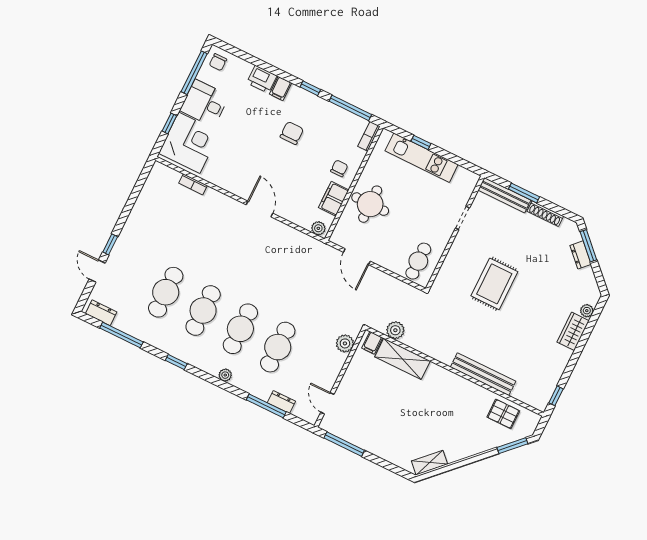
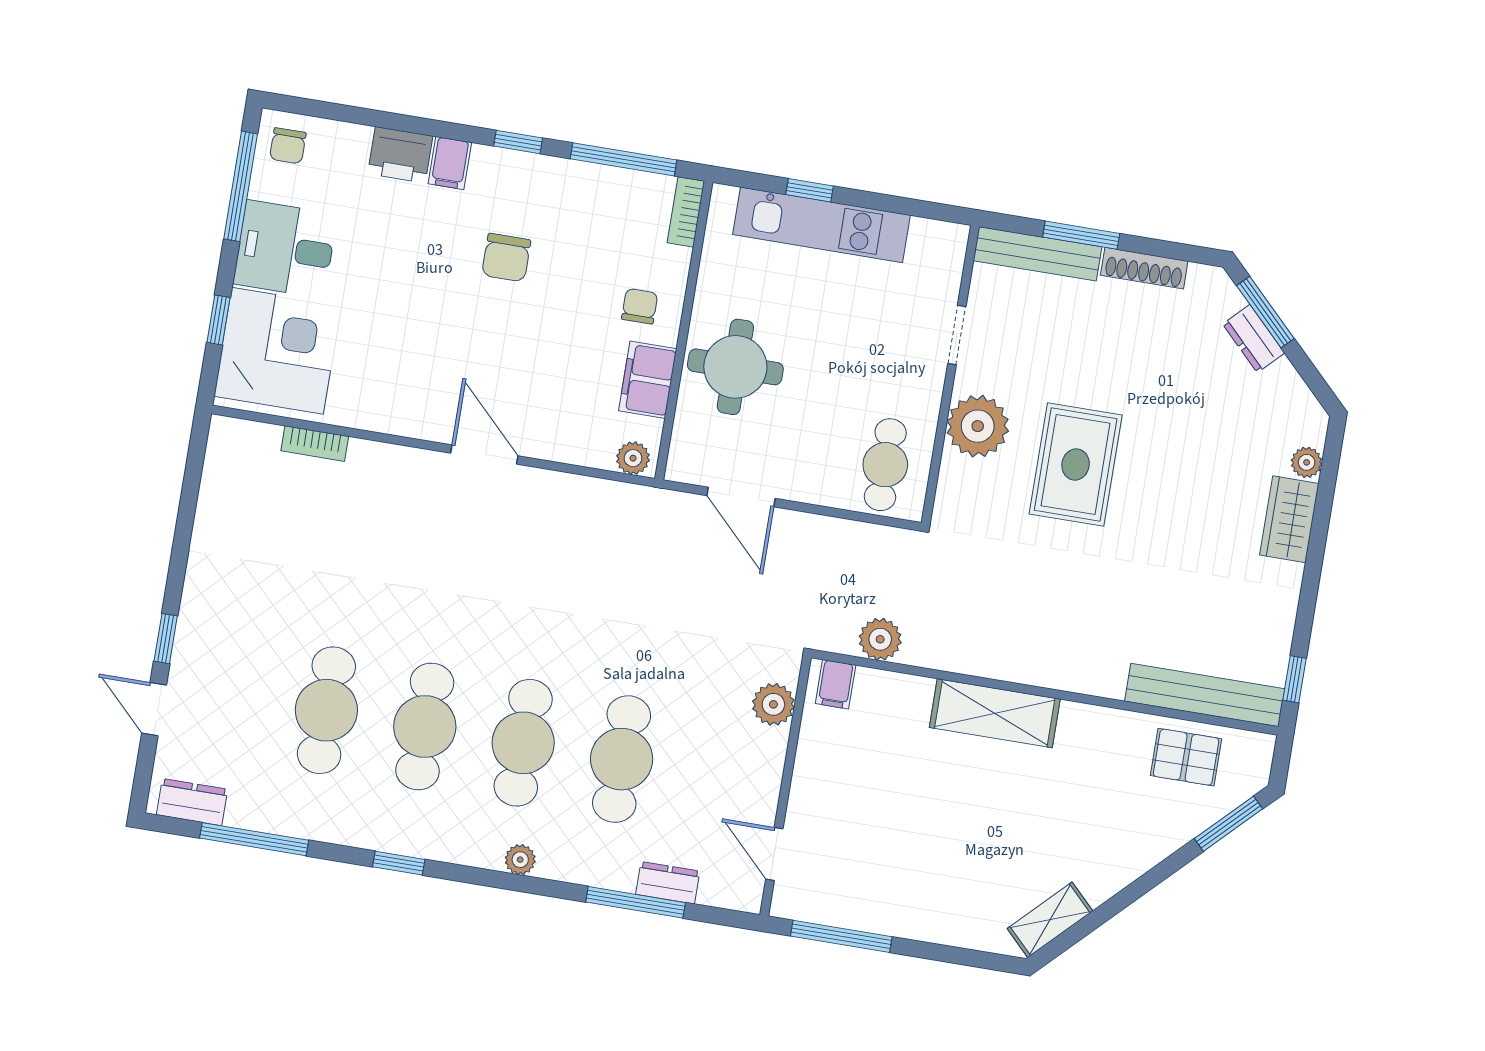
chair: (292, 133) -> (506, 258), turned 180
plant: (460, 257) -> (978, 426), added
shelving: (402, 359) -> (995, 713), moved
bench: (483, 374) -> (1205, 695), moved

